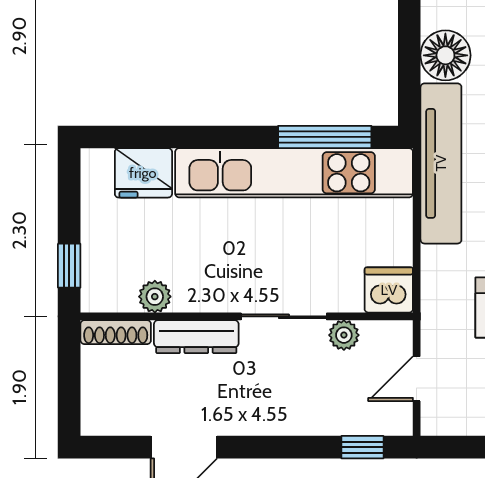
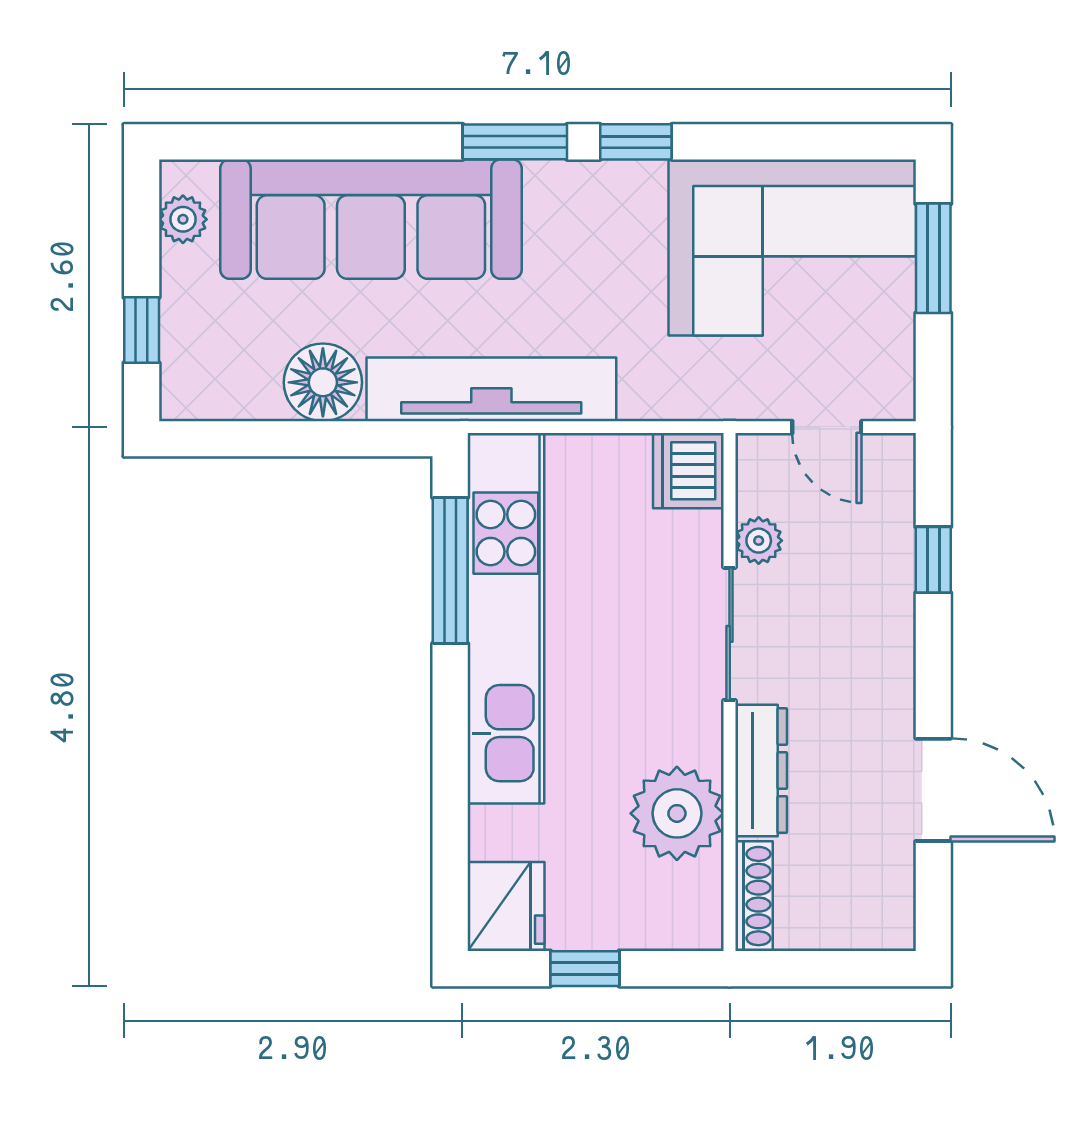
fridge: (143, 173) -> (506, 906), moved
window: (69, 266) -> (585, 969), moved
plant: (155, 297) -> (677, 813), width x1.87, depth x1.87
window: (362, 447) -> (933, 560), moved

